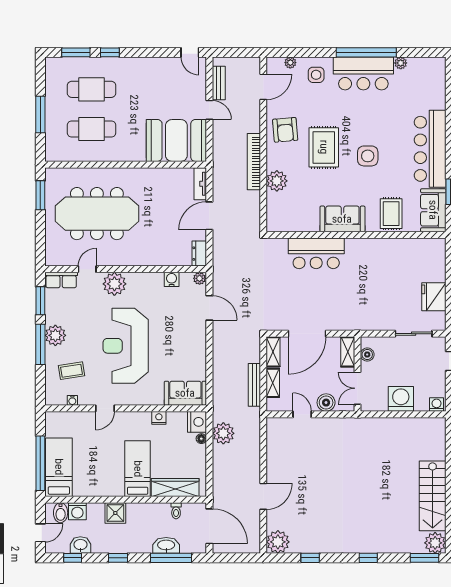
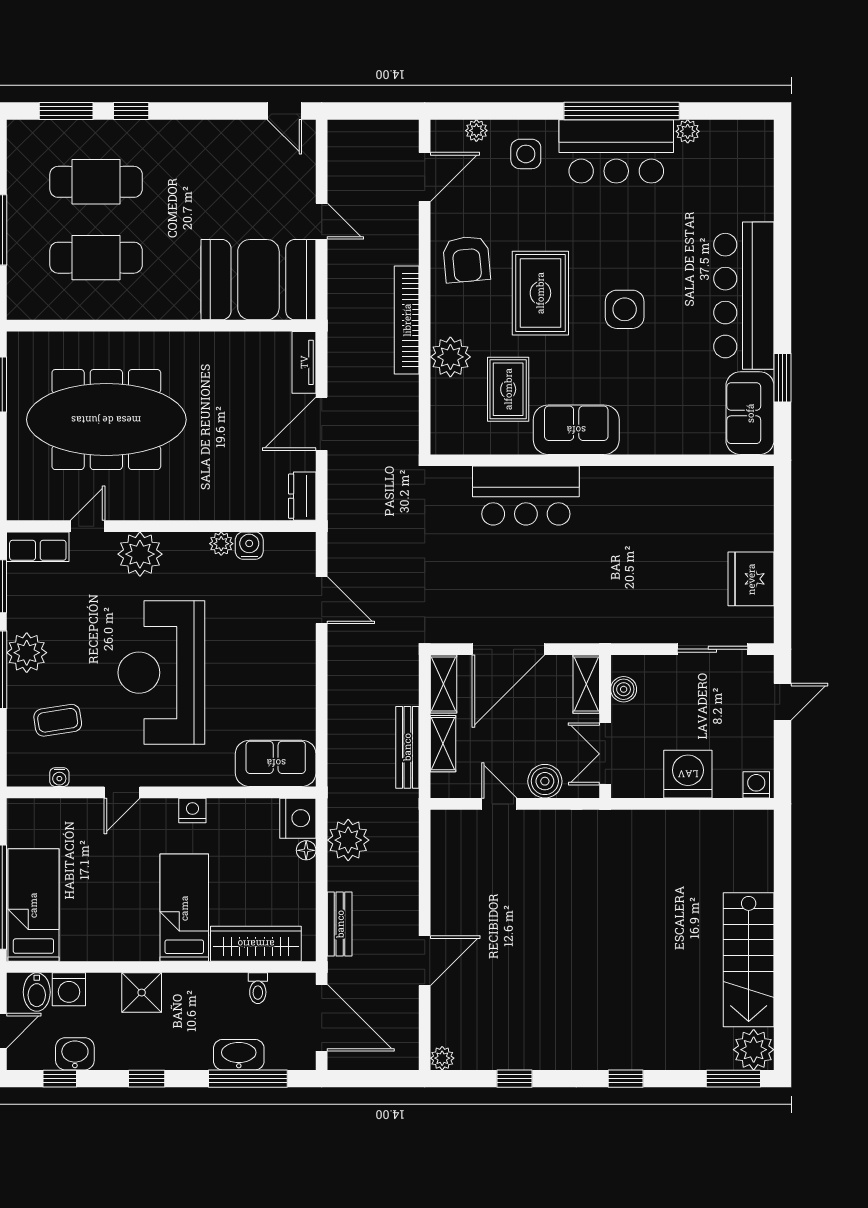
bench: (219, 83) -> (340, 924), moved
rug: (391, 214) -> (508, 389), moved
plant: (200, 278) -> (221, 544), moved
nightstand: (159, 418) -> (192, 810), moved
plant: (278, 542) -> (442, 1058), width x0.53, depth x0.53

